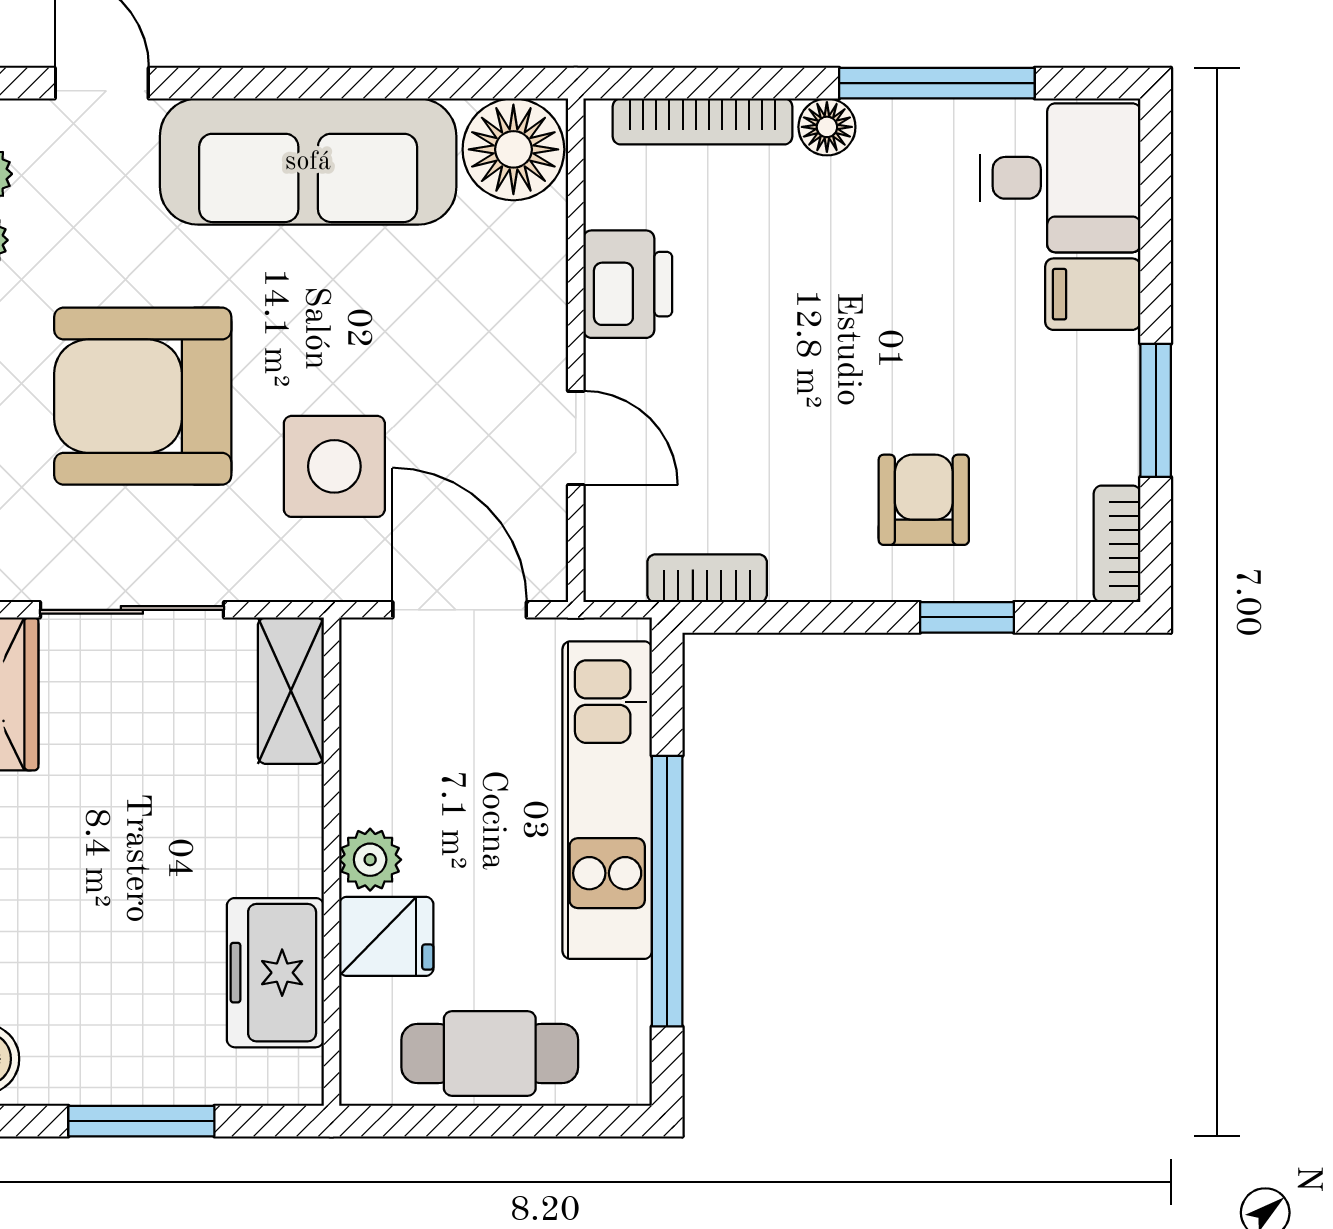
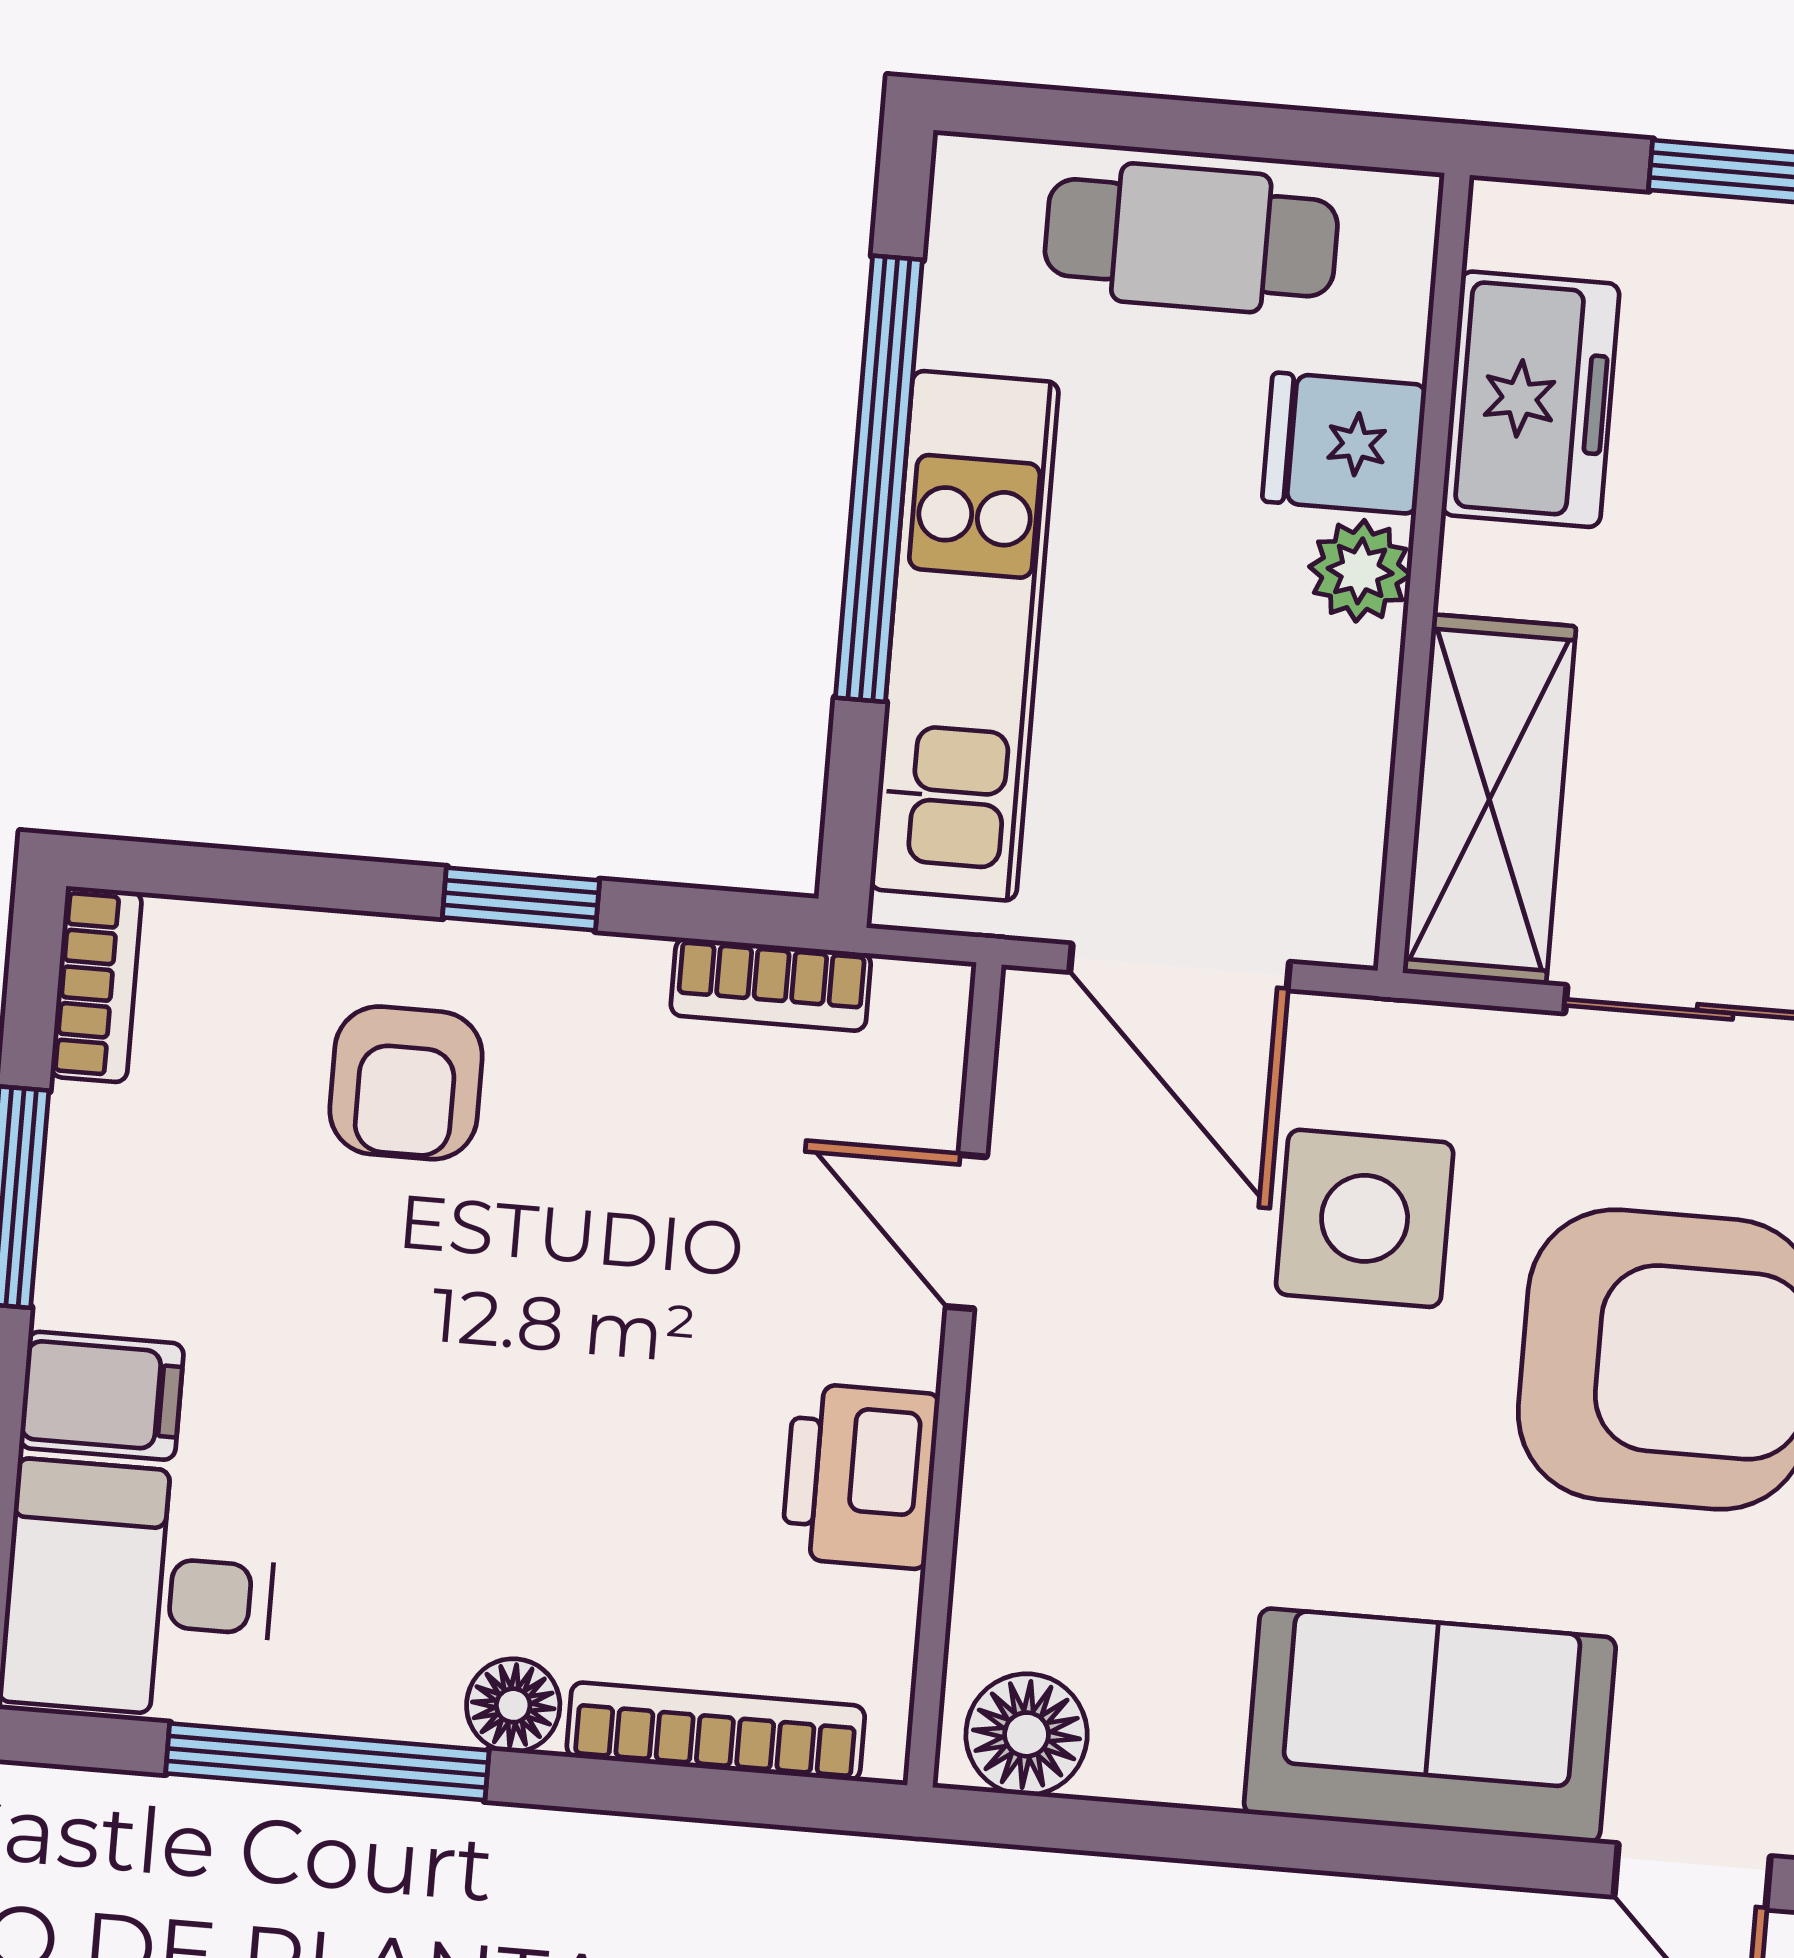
floor lamp: (513, 149) -> (1027, 1734), width x0.73, depth x0.73
sofa: (308, 162) -> (1430, 1726), width x0.73
window: (967, 617) -> (521, 899), moved
shelving: (291, 691) -> (1489, 800), width x1.50, depth x1.33

